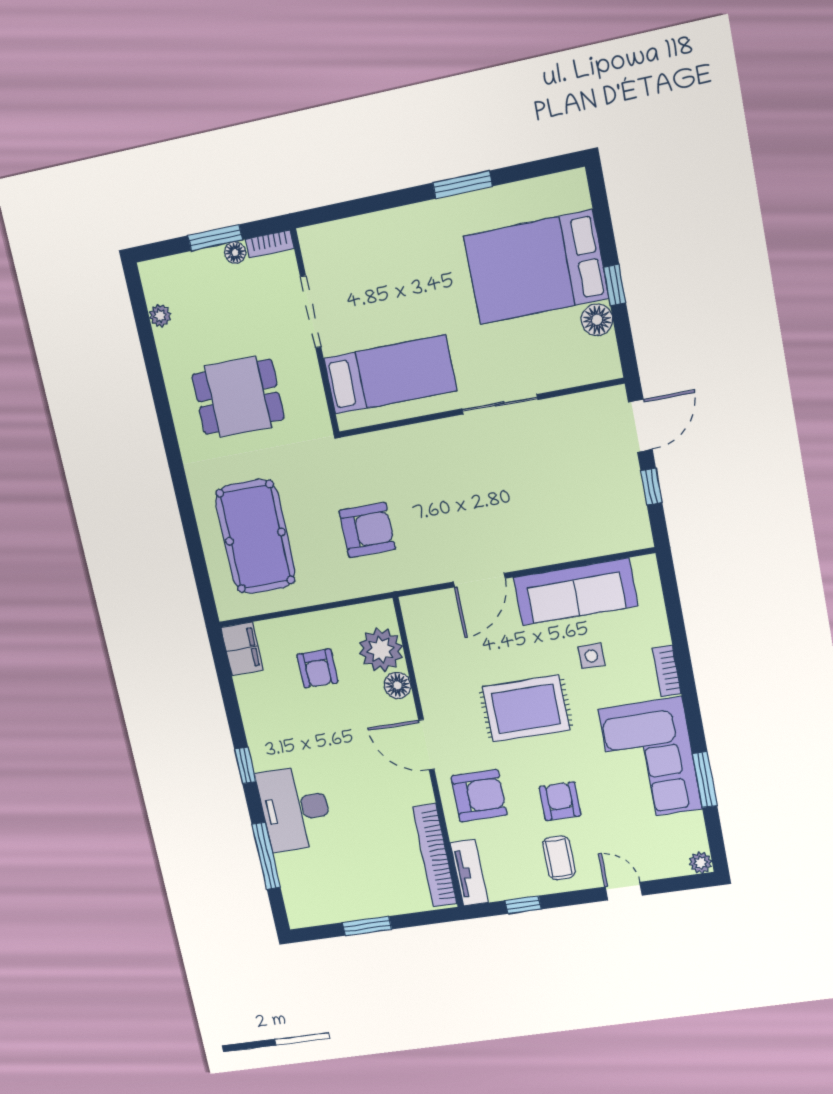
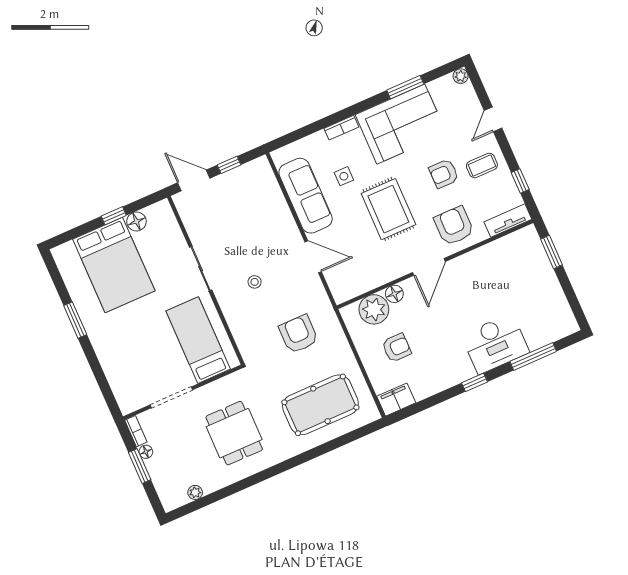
stool: (461, 483) -> (255, 282), added
bookcase: (435, 855) -> (502, 245), removed
window: (367, 926) -> (552, 252), moved

